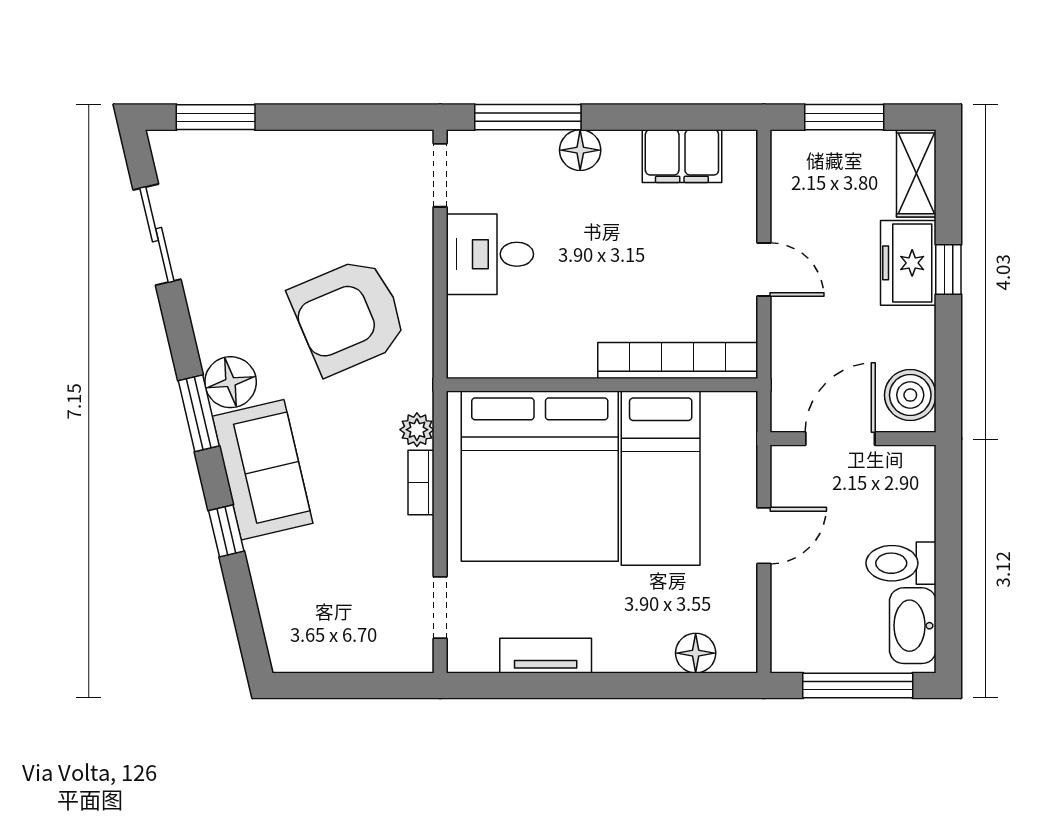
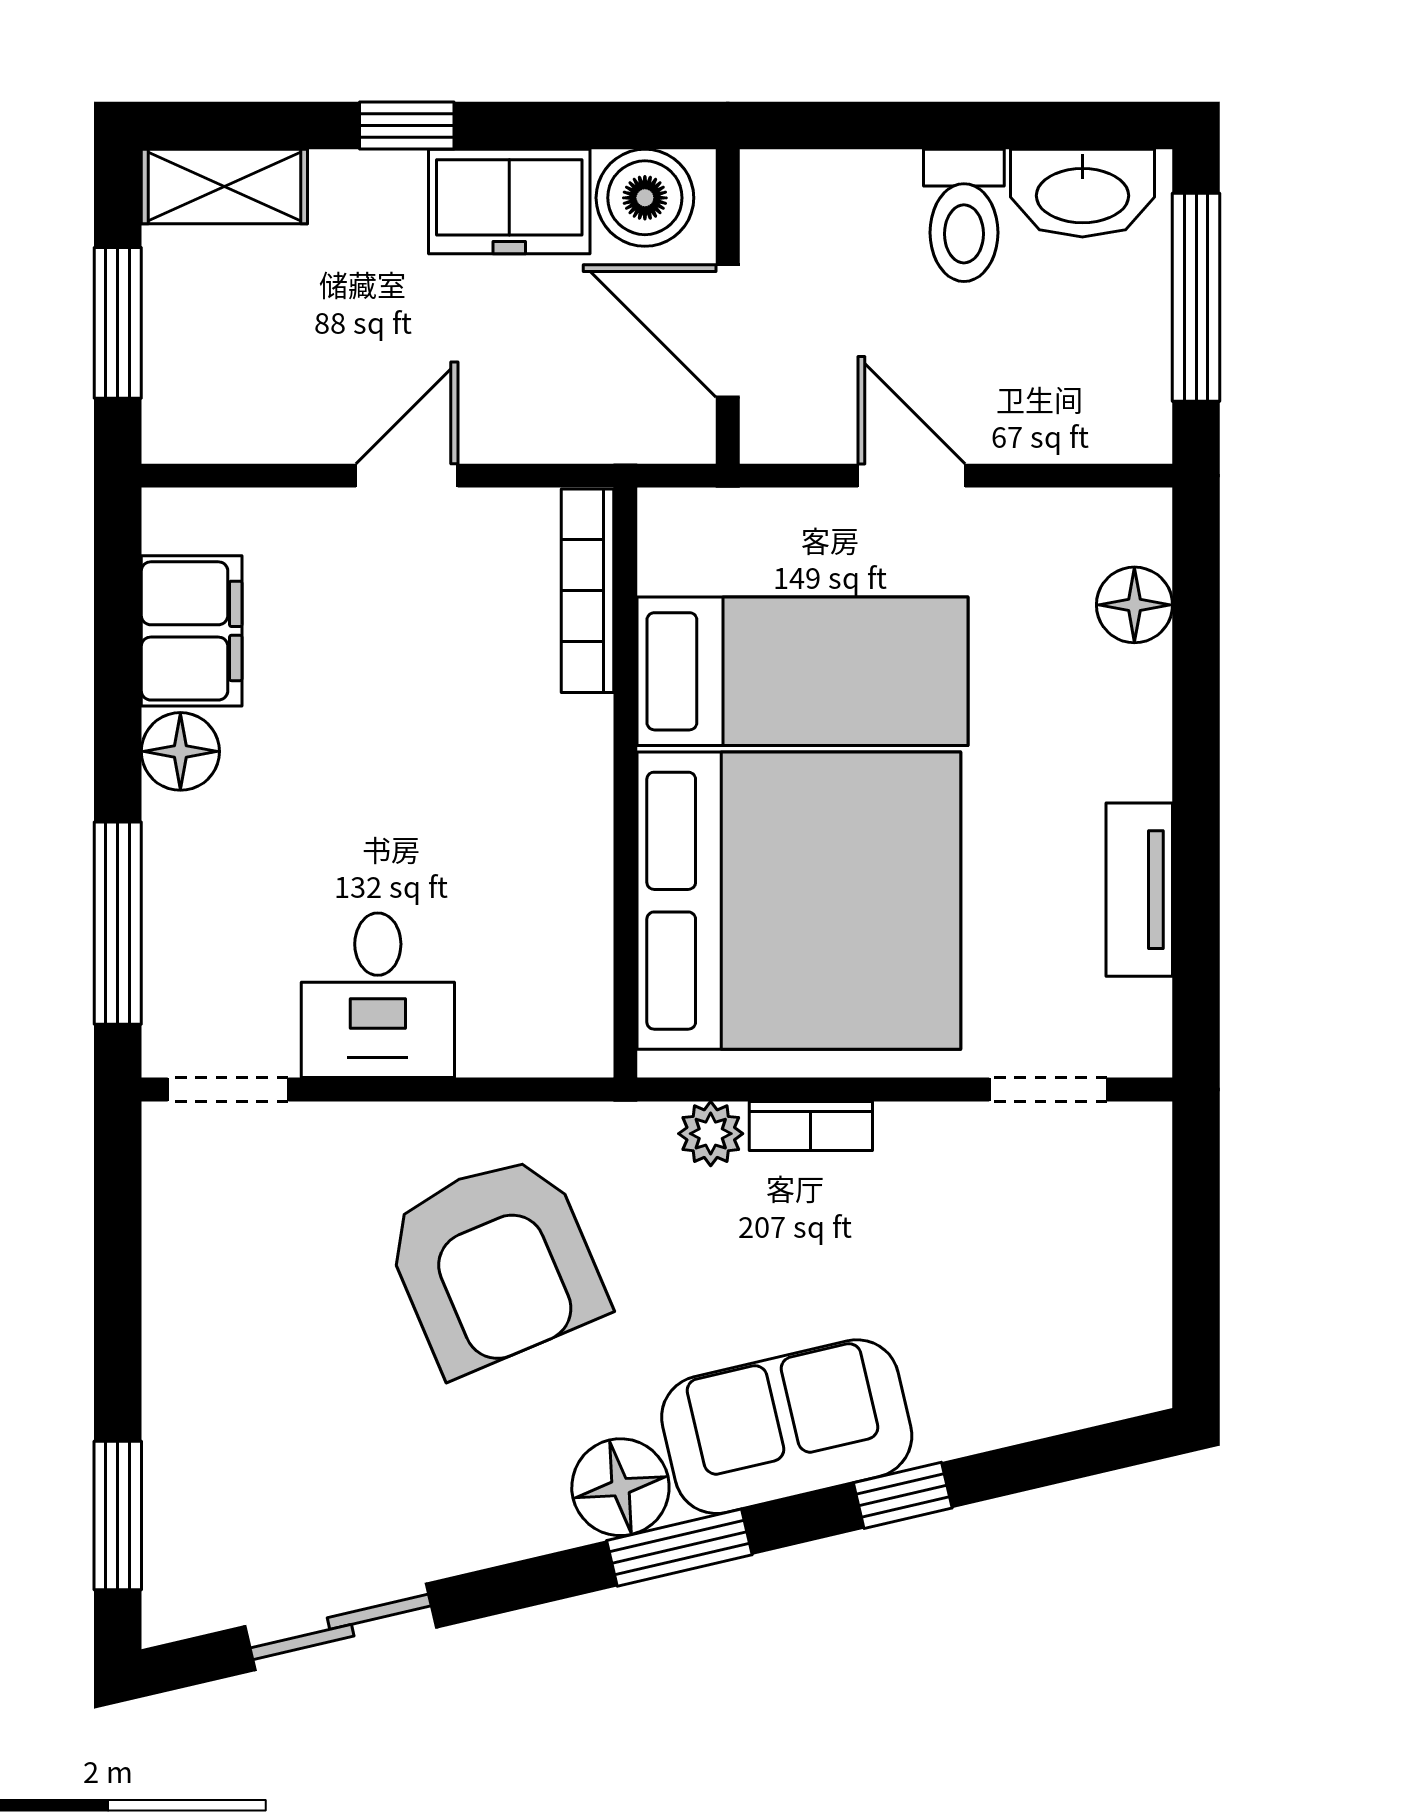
floor lamp: (580, 150) -> (180, 751), moved
freezer: (908, 263) -> (509, 201), moved
bookcase: (677, 360) -> (588, 591), width x0.68, depth x0.76

